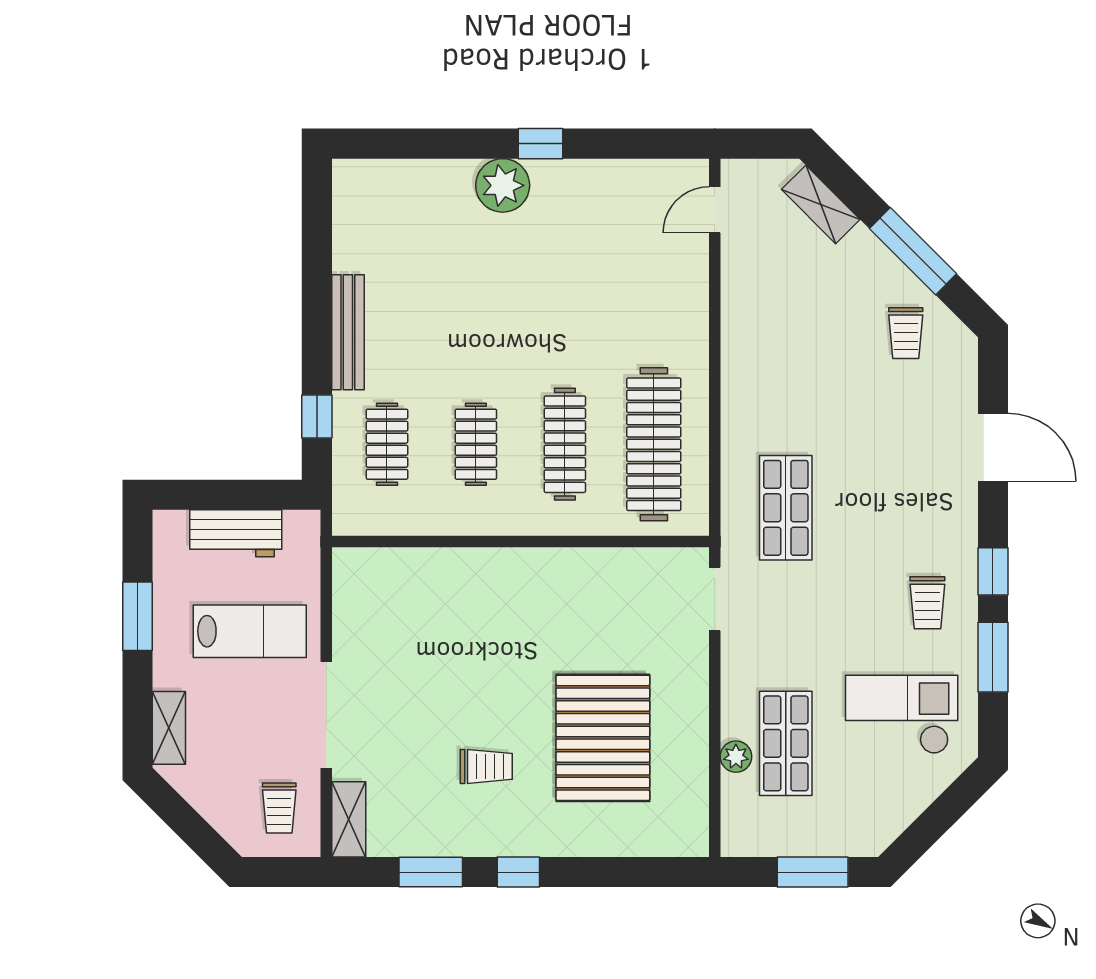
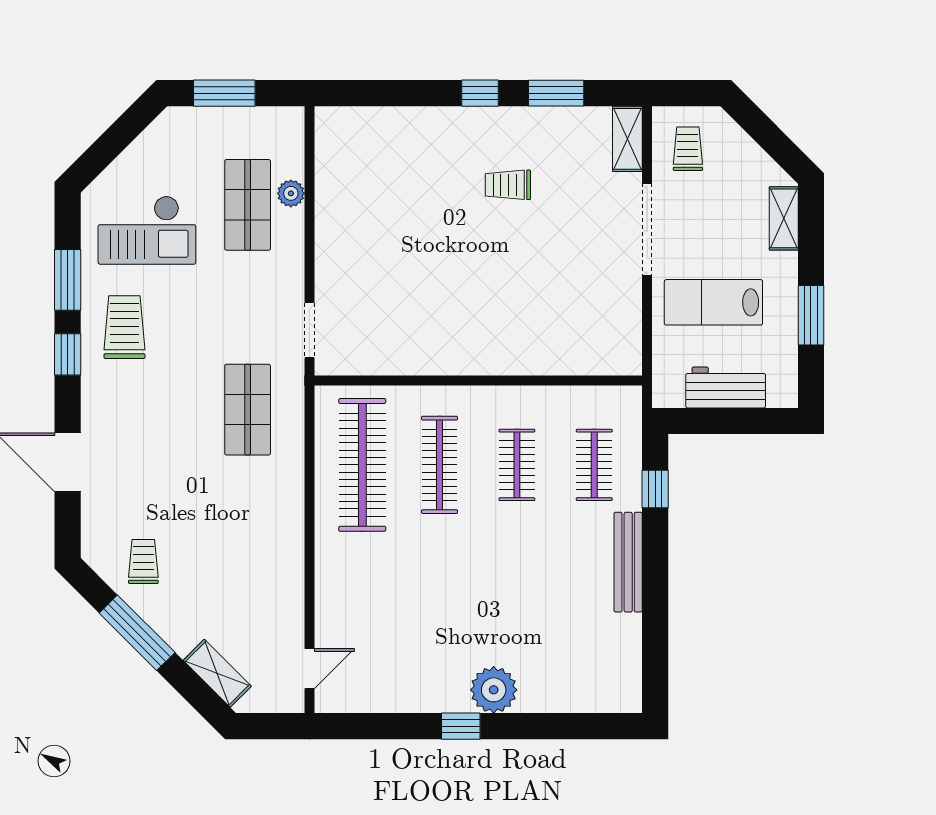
trolley: (927, 603) -> (124, 327), width x1.36, depth x1.39
pallet: (603, 738) -> (407, 210), removed

